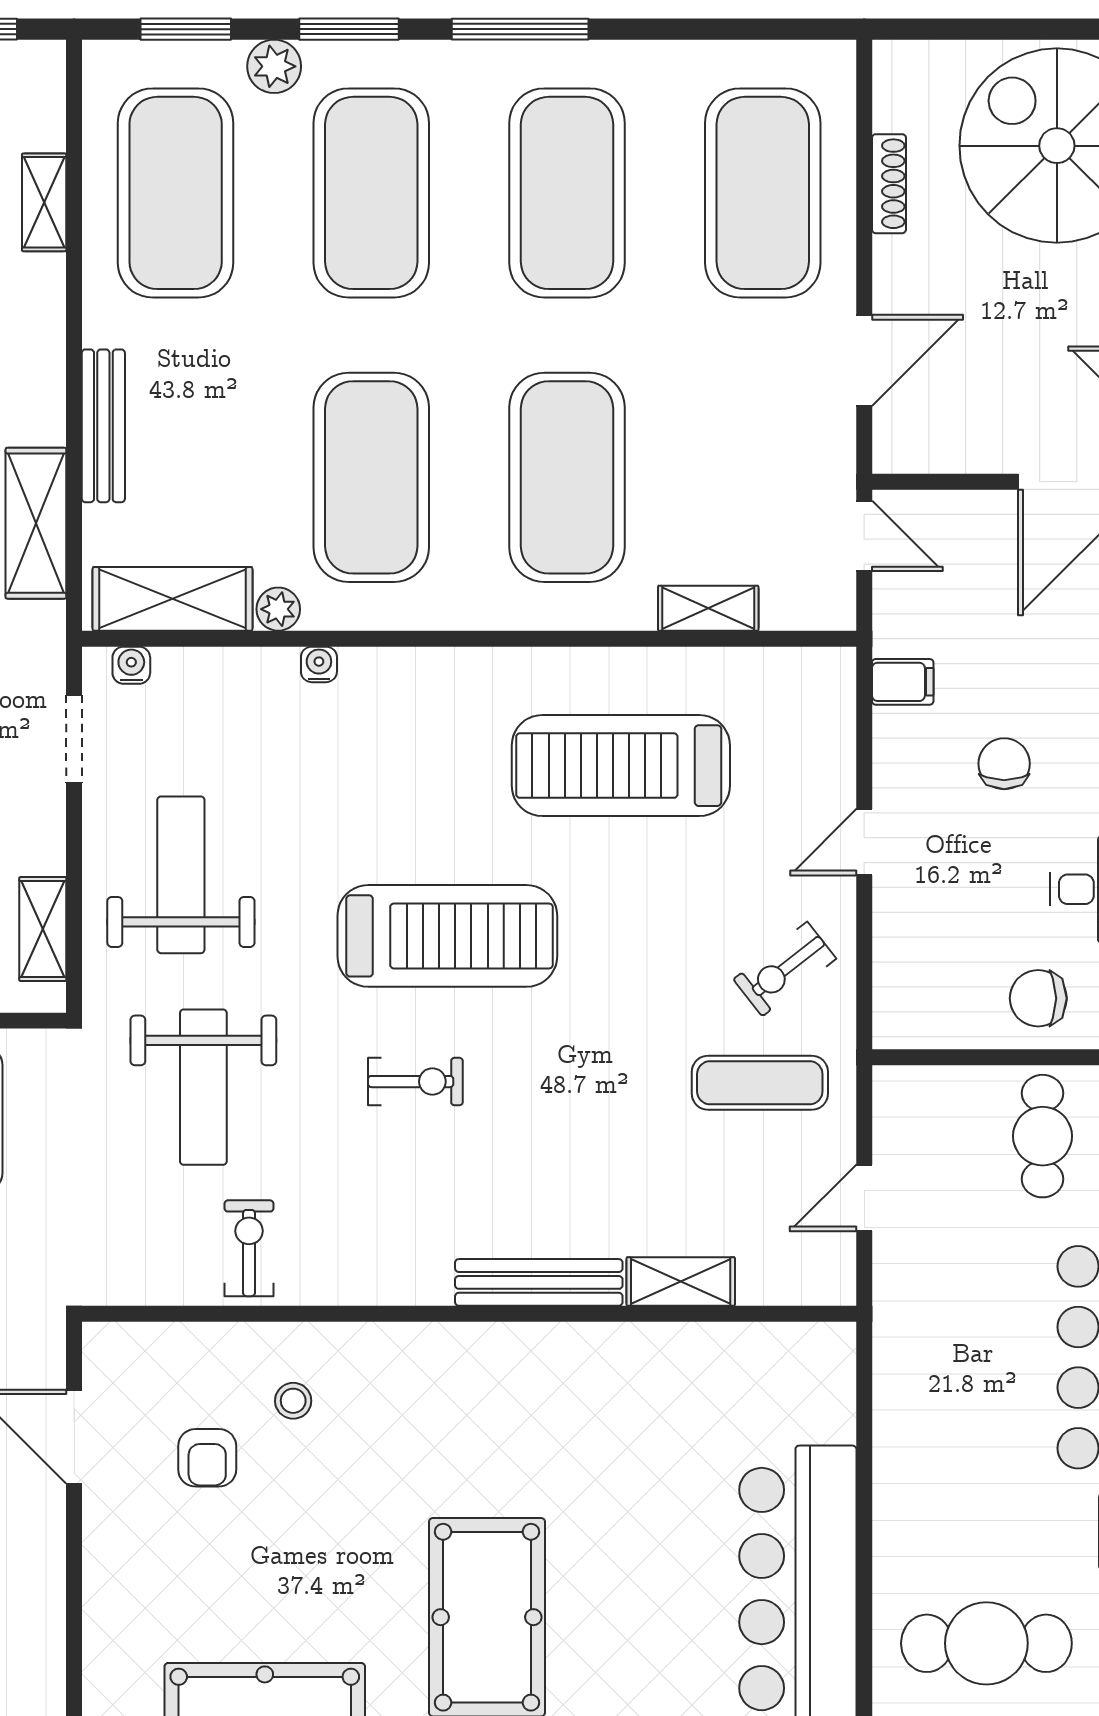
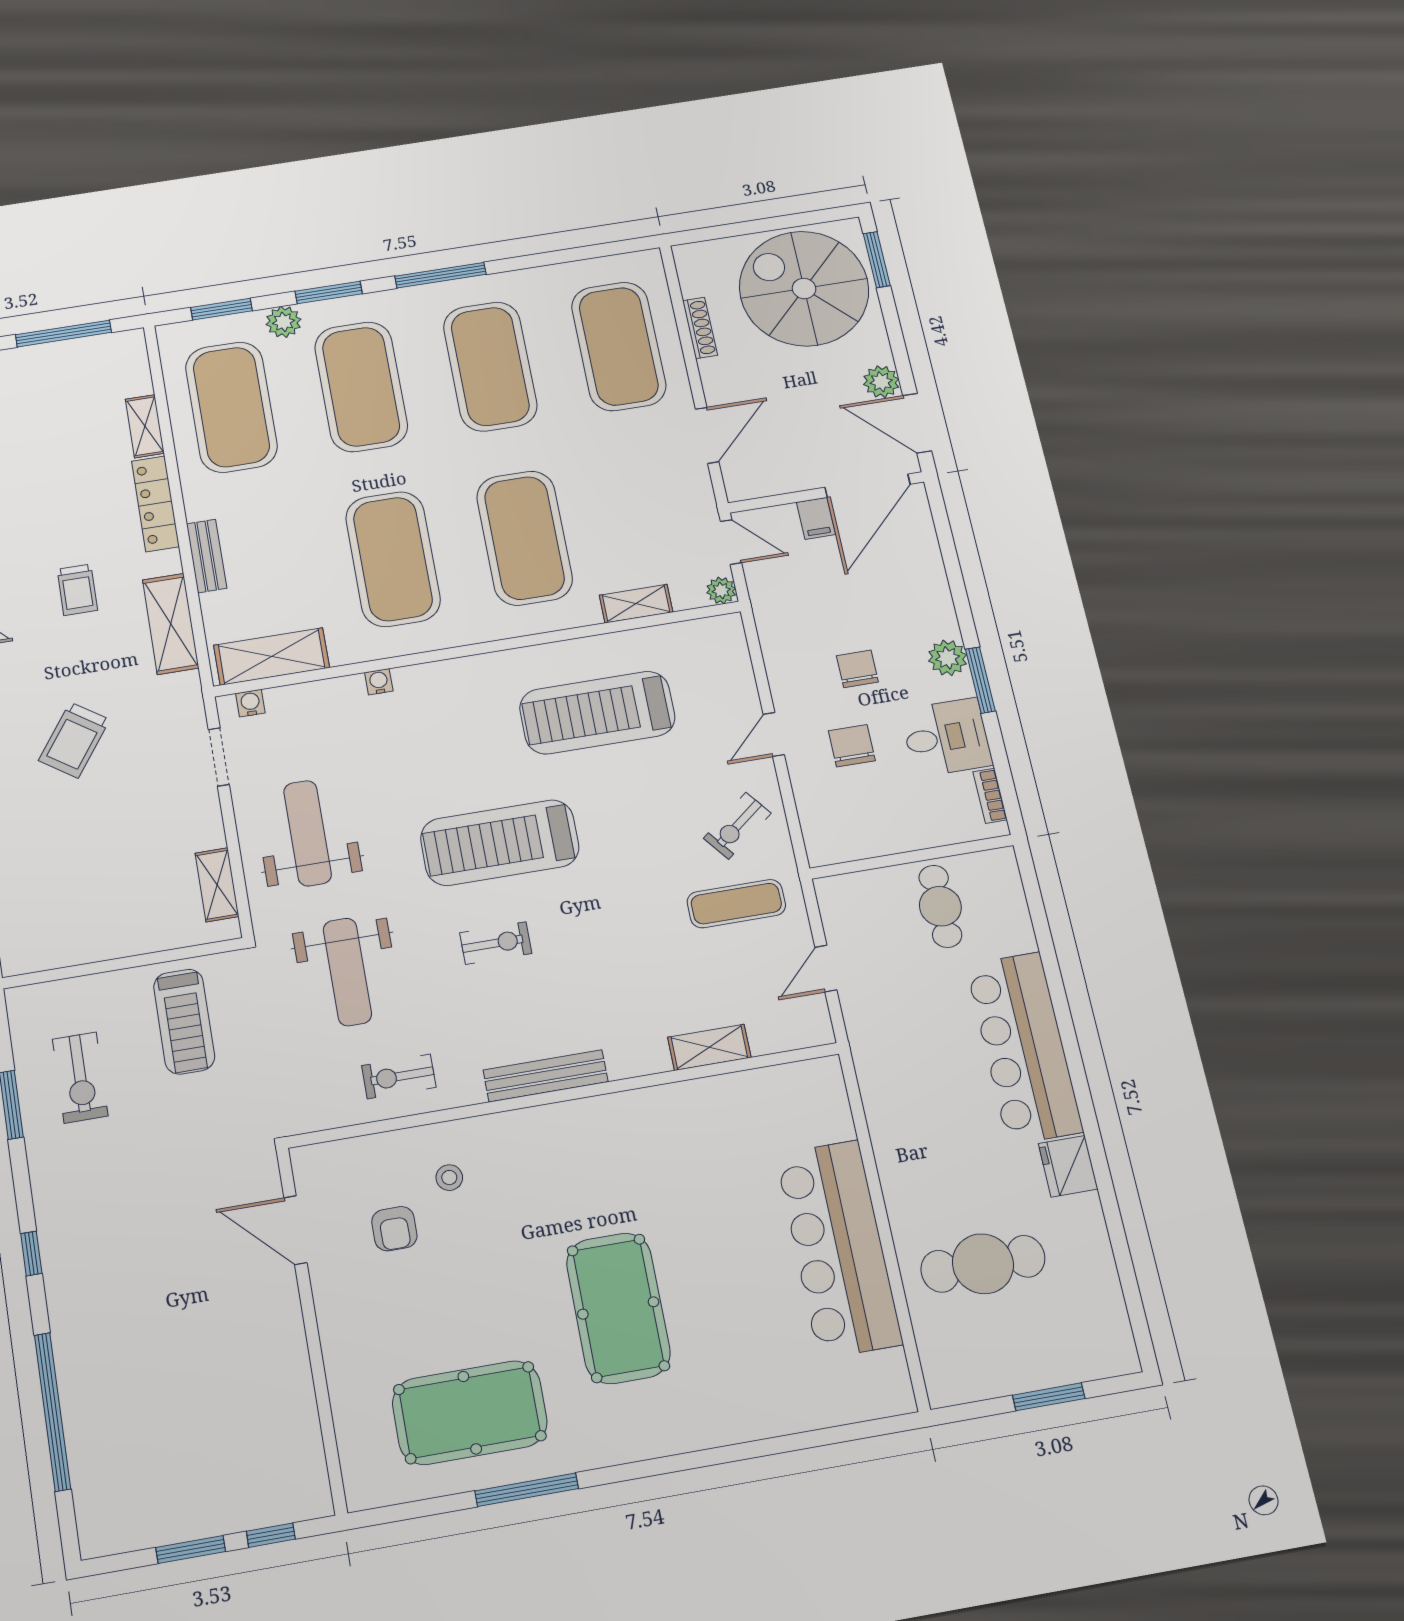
locker: (42, 330) -> (155, 504), added
bench: (103, 426) -> (207, 556), width x0.73
plant: (278, 609) -> (721, 590), moved
filing cabinet: (903, 682) -> (816, 518), moved, turned 90
treadmill: (447, 936) -> (500, 843), turned 180
chair: (1038, 998) -> (852, 746), moved, turned 90
exercise bike: (249, 1248) -> (399, 1076), turned -90
bench: (539, 1282) -> (546, 1076), moved

